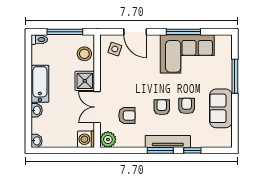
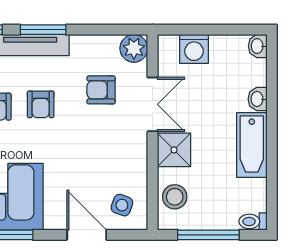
washing machine: (86, 139) -> (194, 49), moved, turned 90

